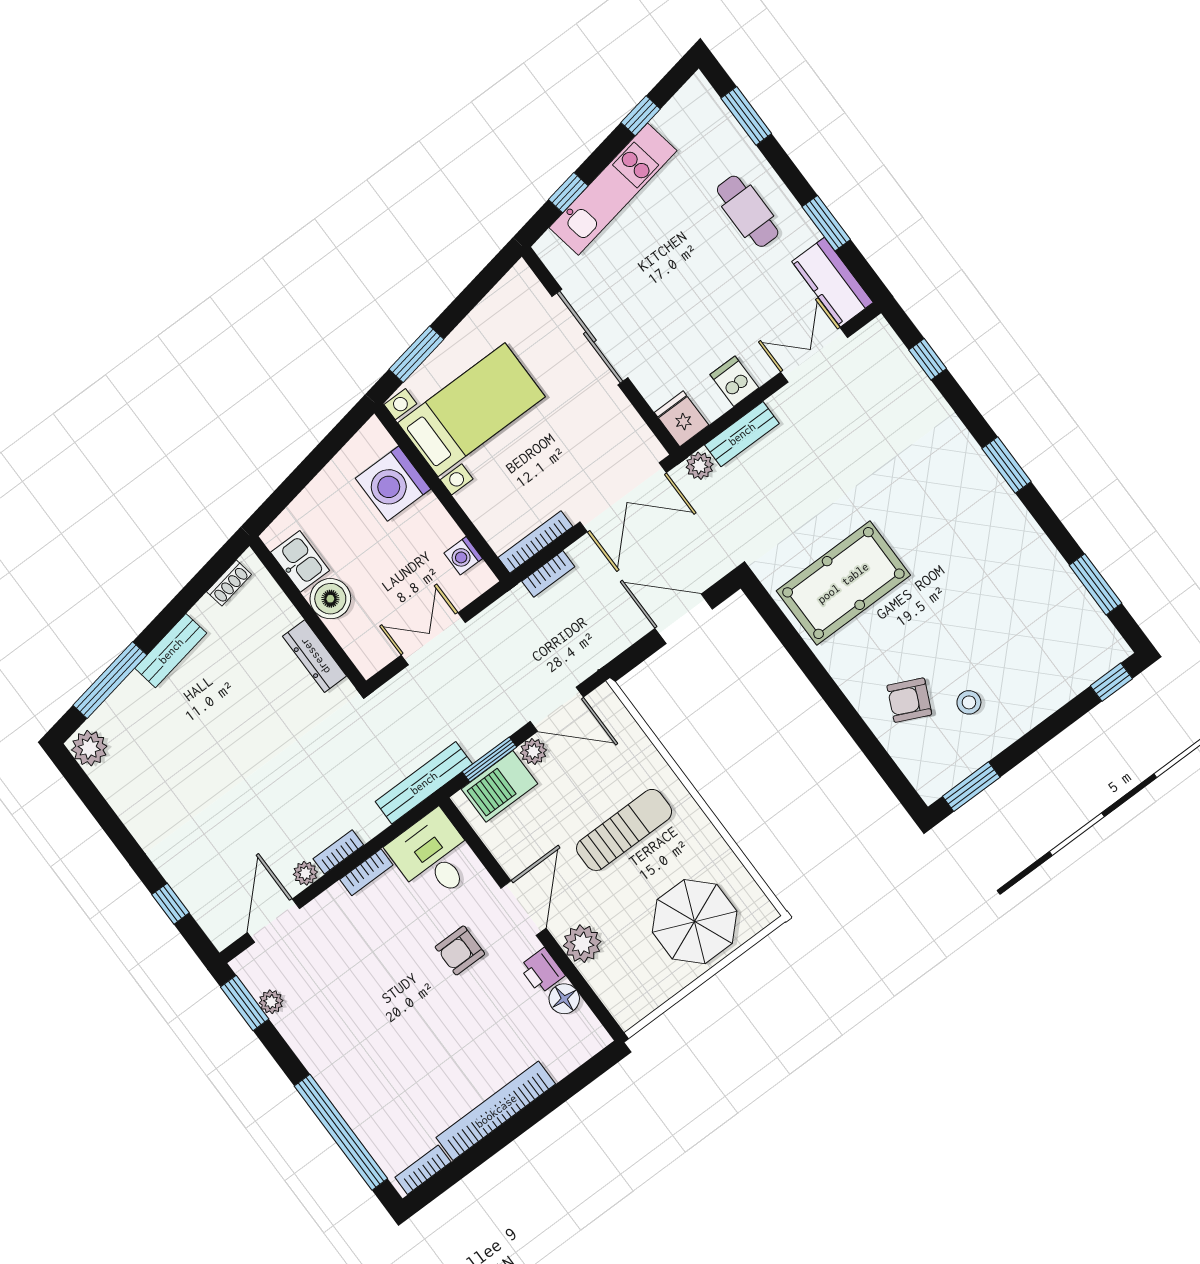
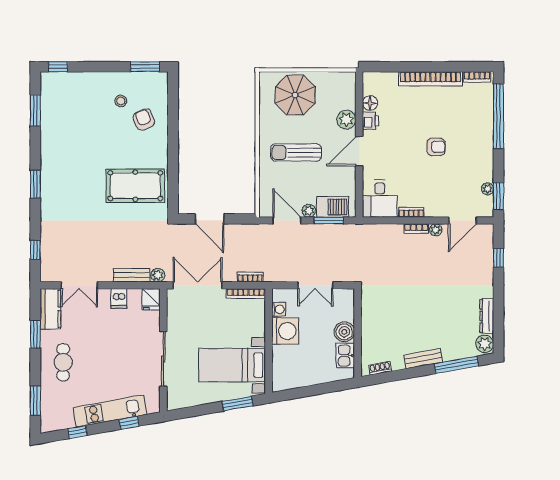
washing machine: (393, 484) -> (285, 331), moved
dresser: (315, 656) -> (487, 316), moved, turned 180
armchair: (909, 700) -> (144, 120), turned -137
bench: (424, 783) -> (362, 231), removed
armchair: (460, 950) -> (436, 147), moved

